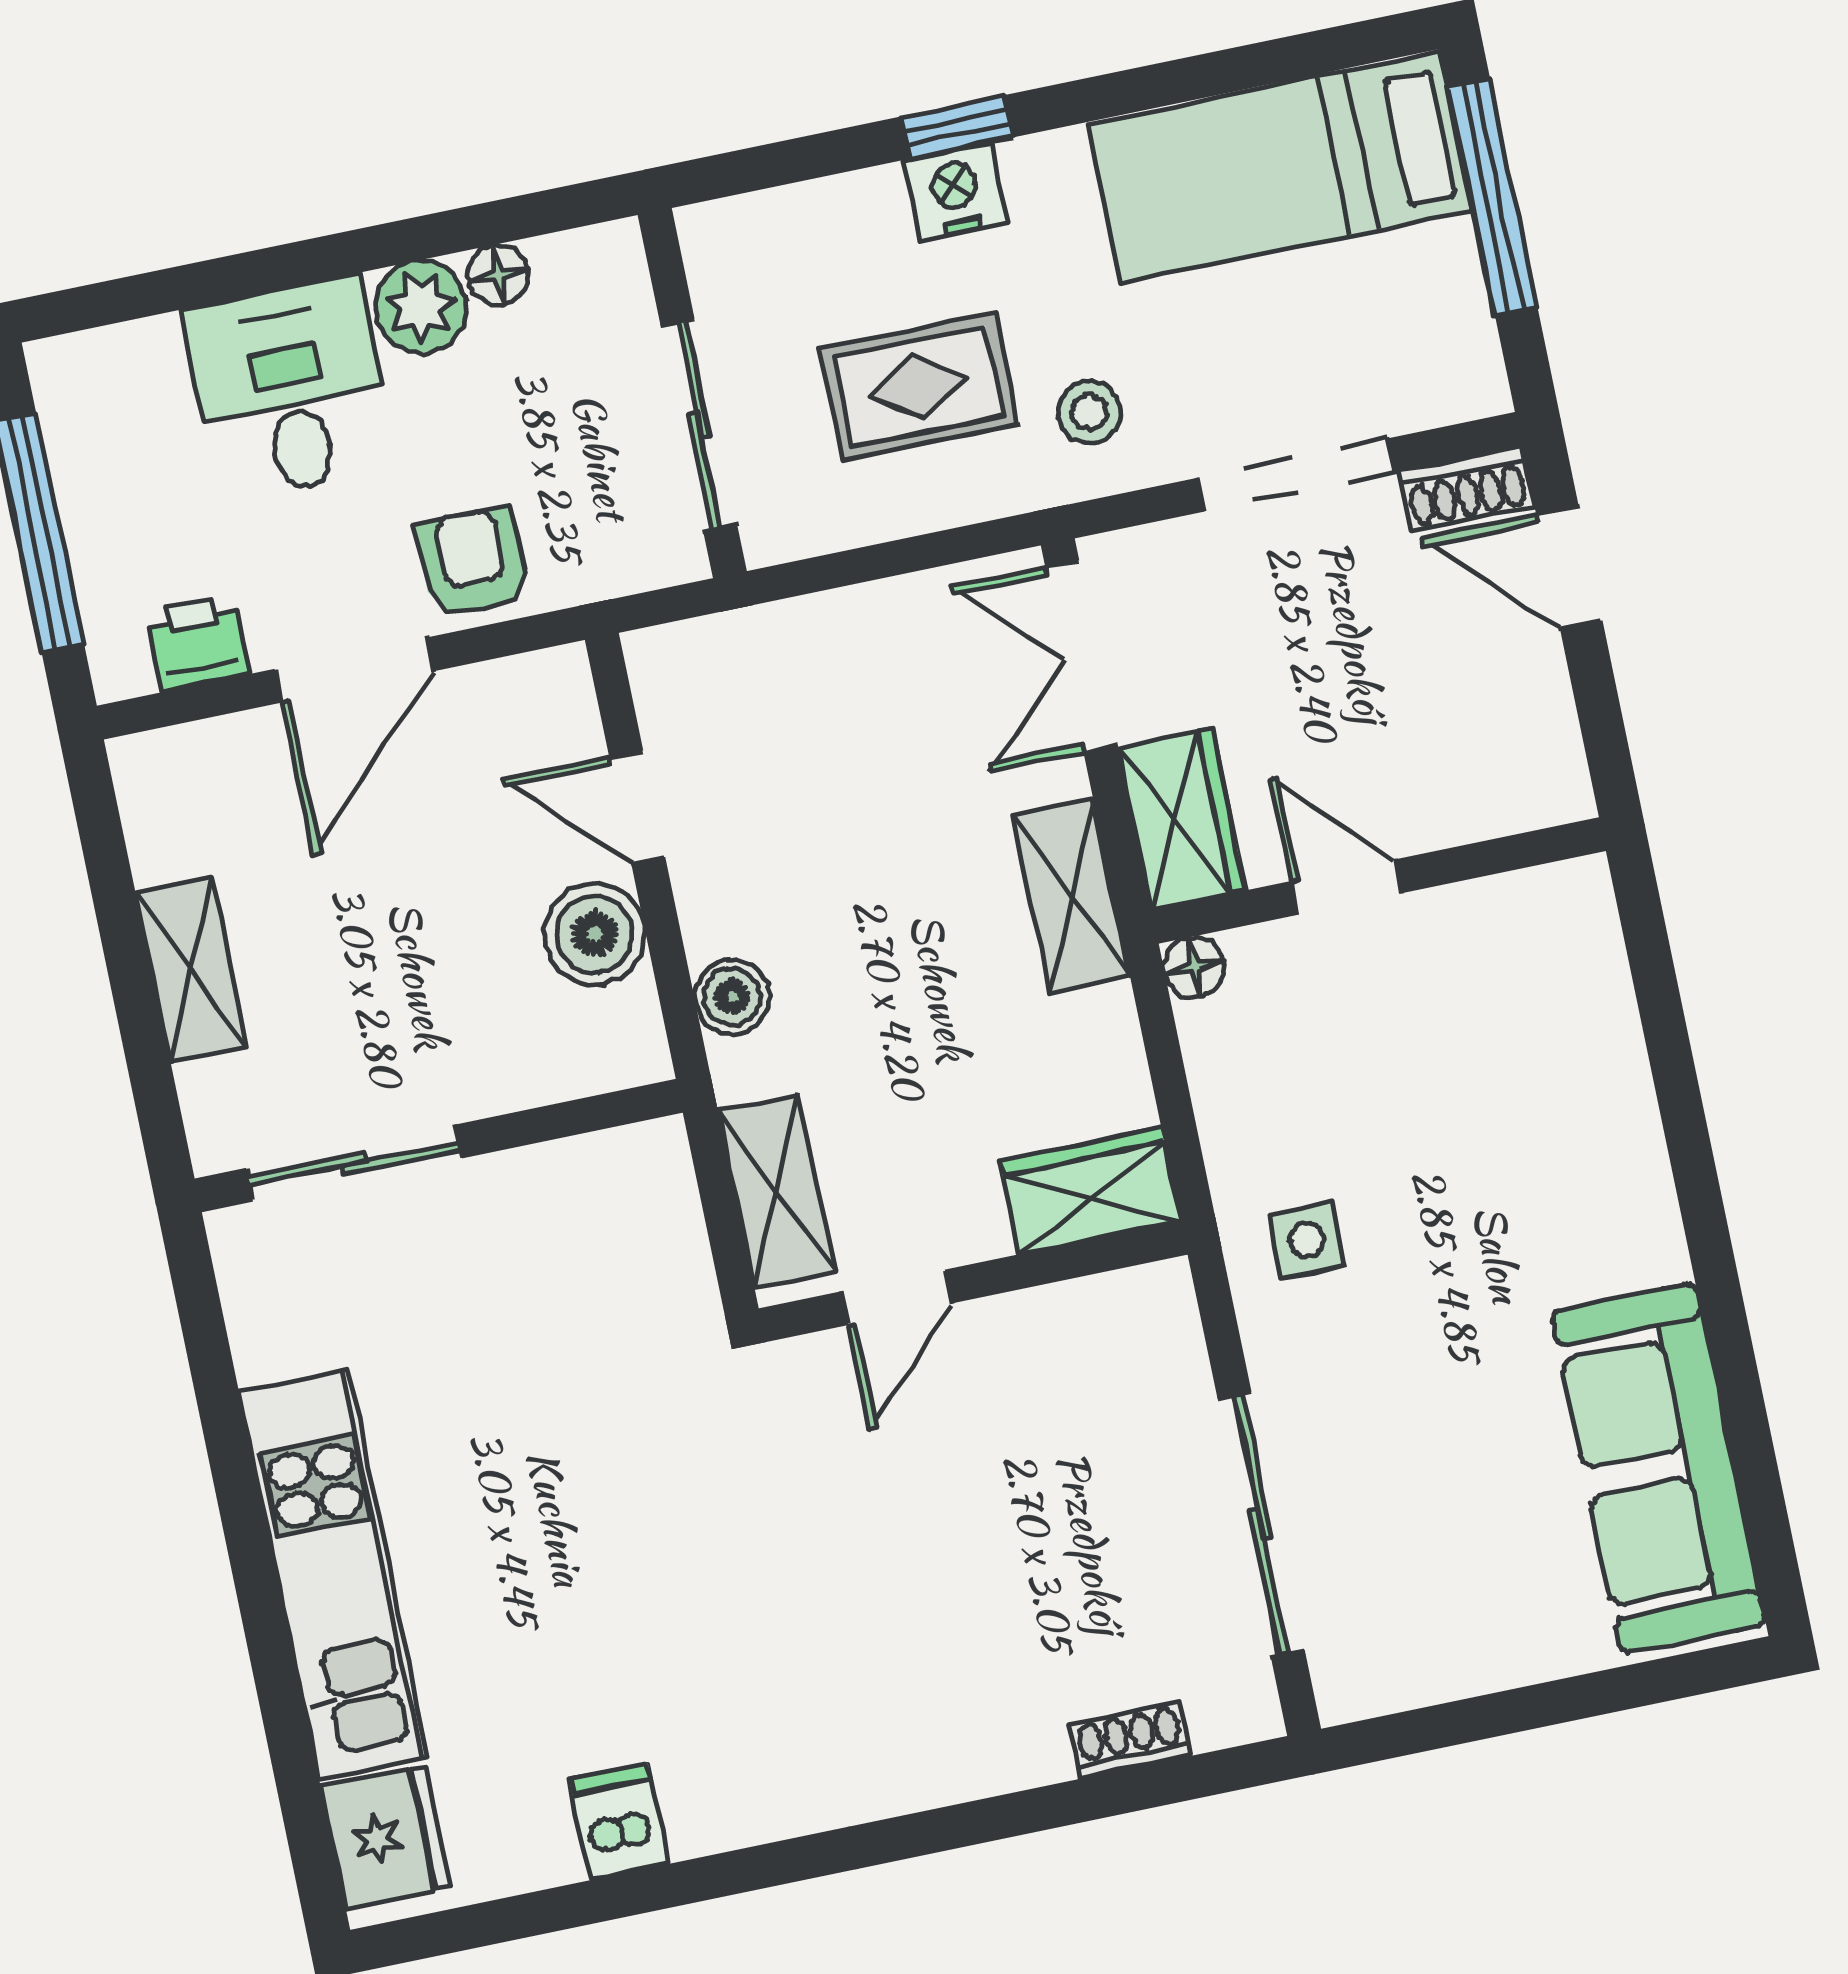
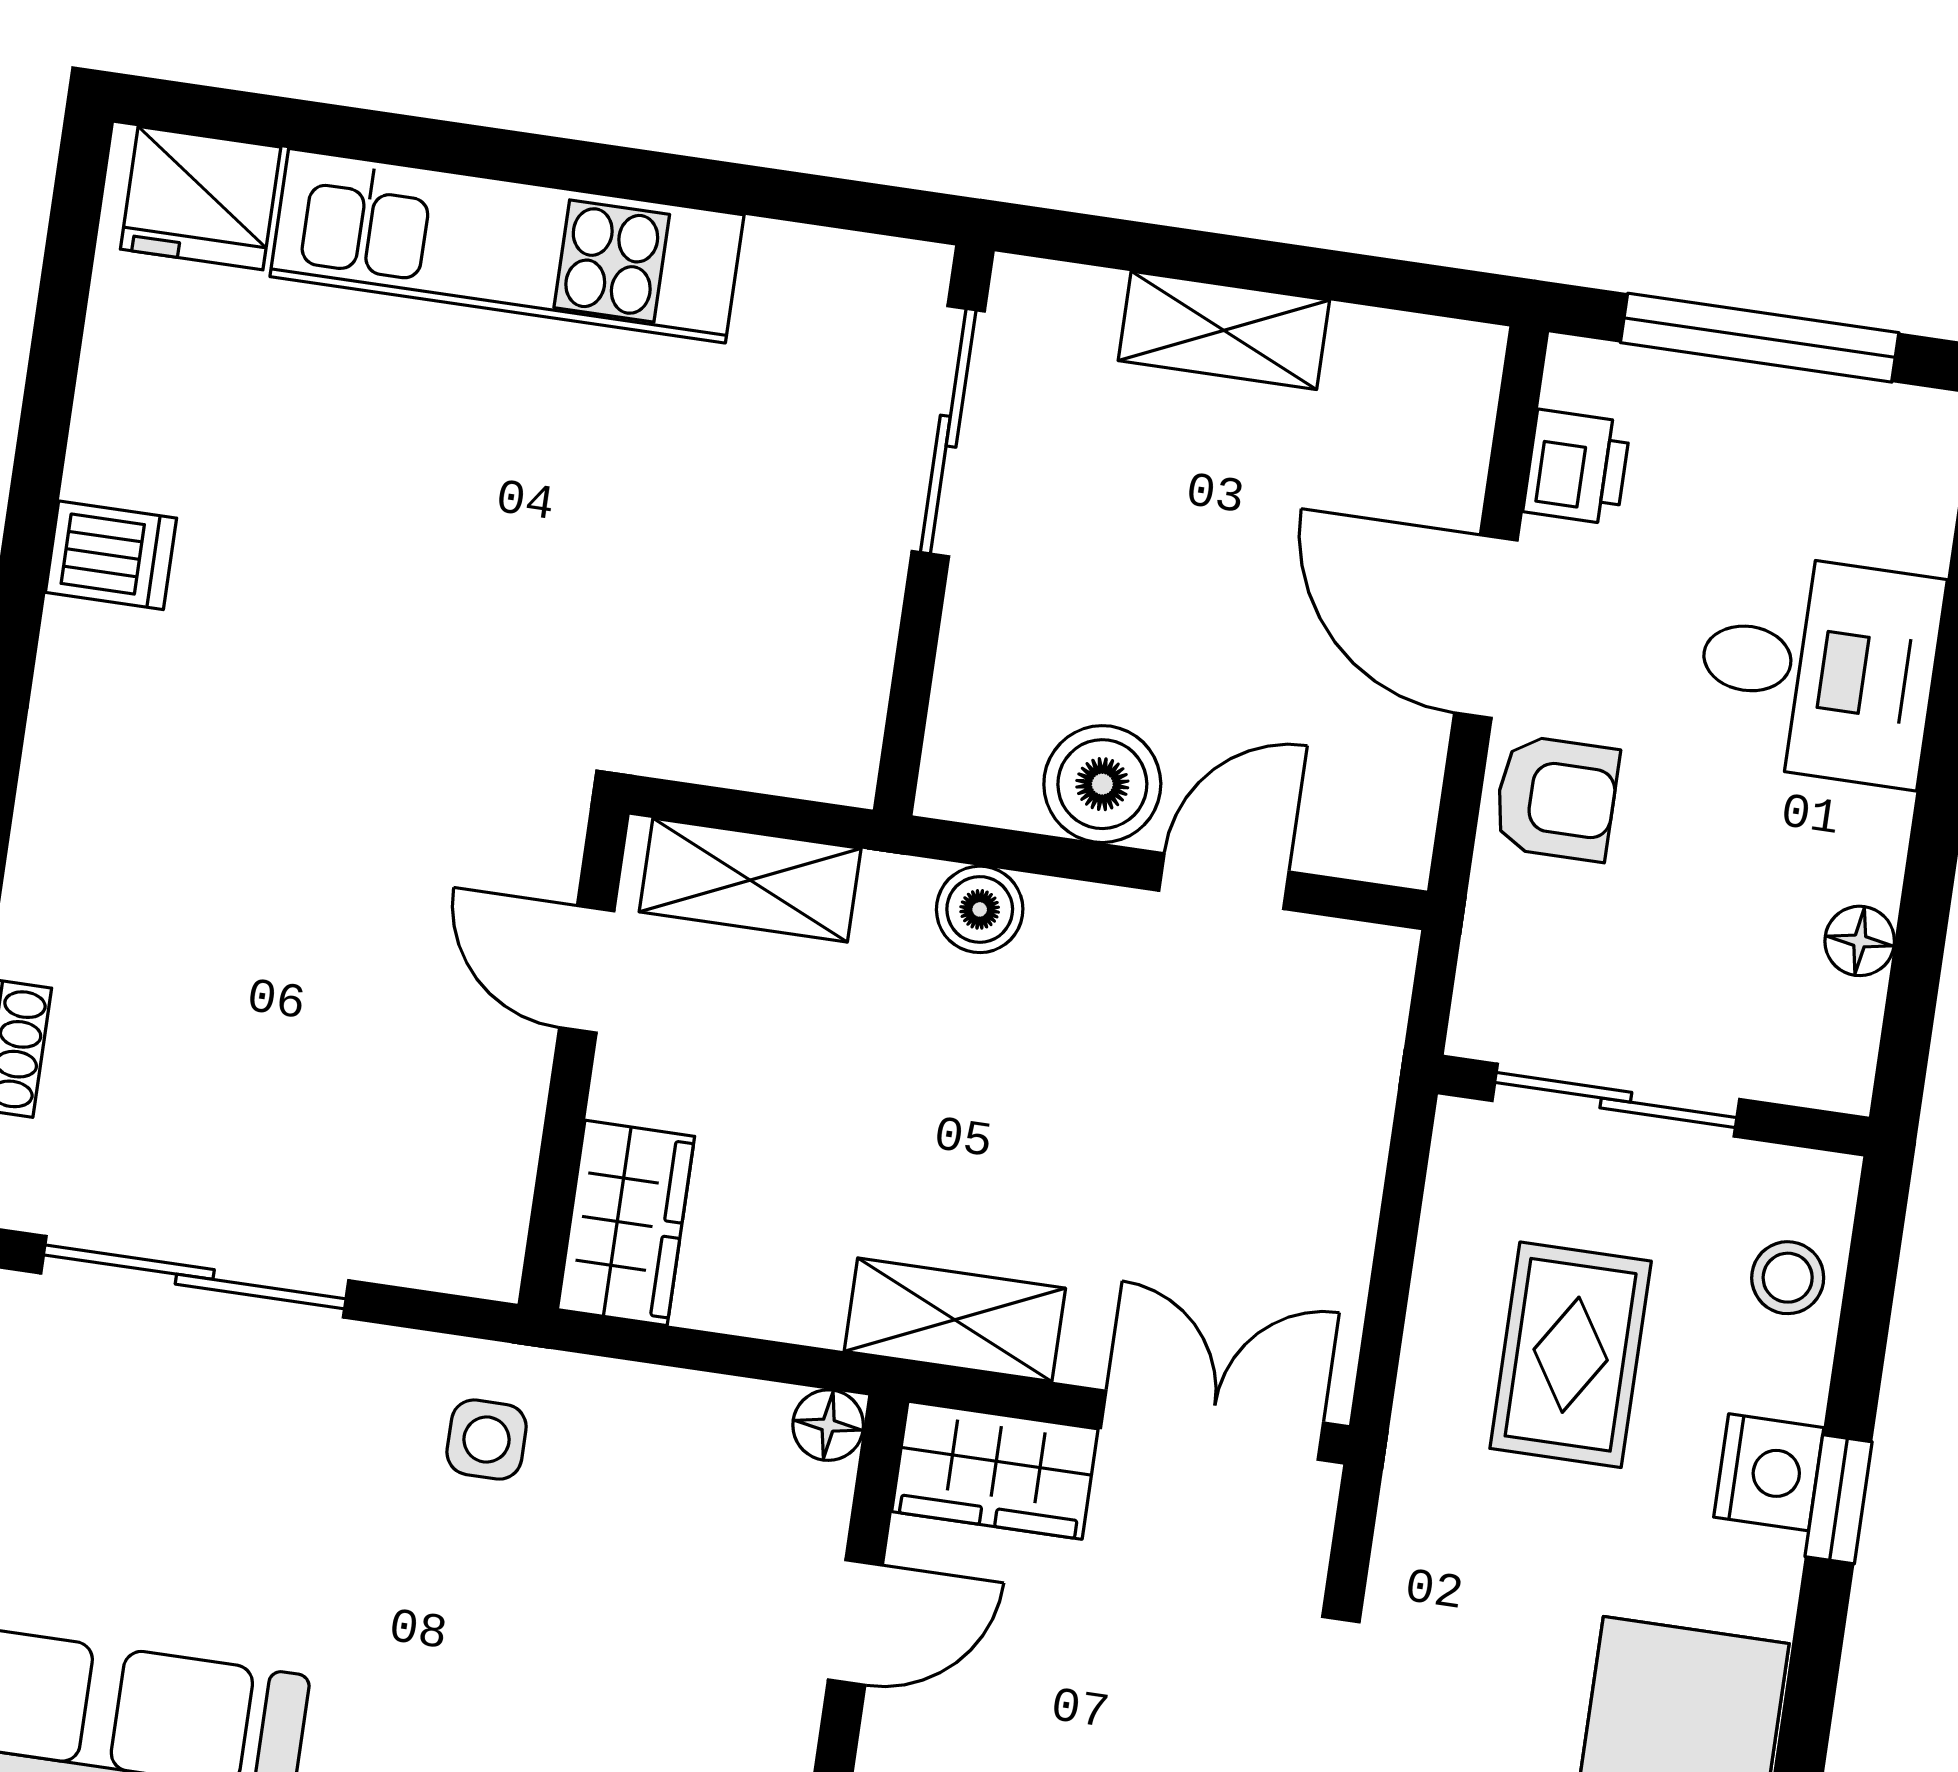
plant: (421, 307) -> (1855, 844), removed
stool: (1089, 412) -> (1788, 1278), moved
dishwasher: (619, 1822) -> (111, 555), moved

